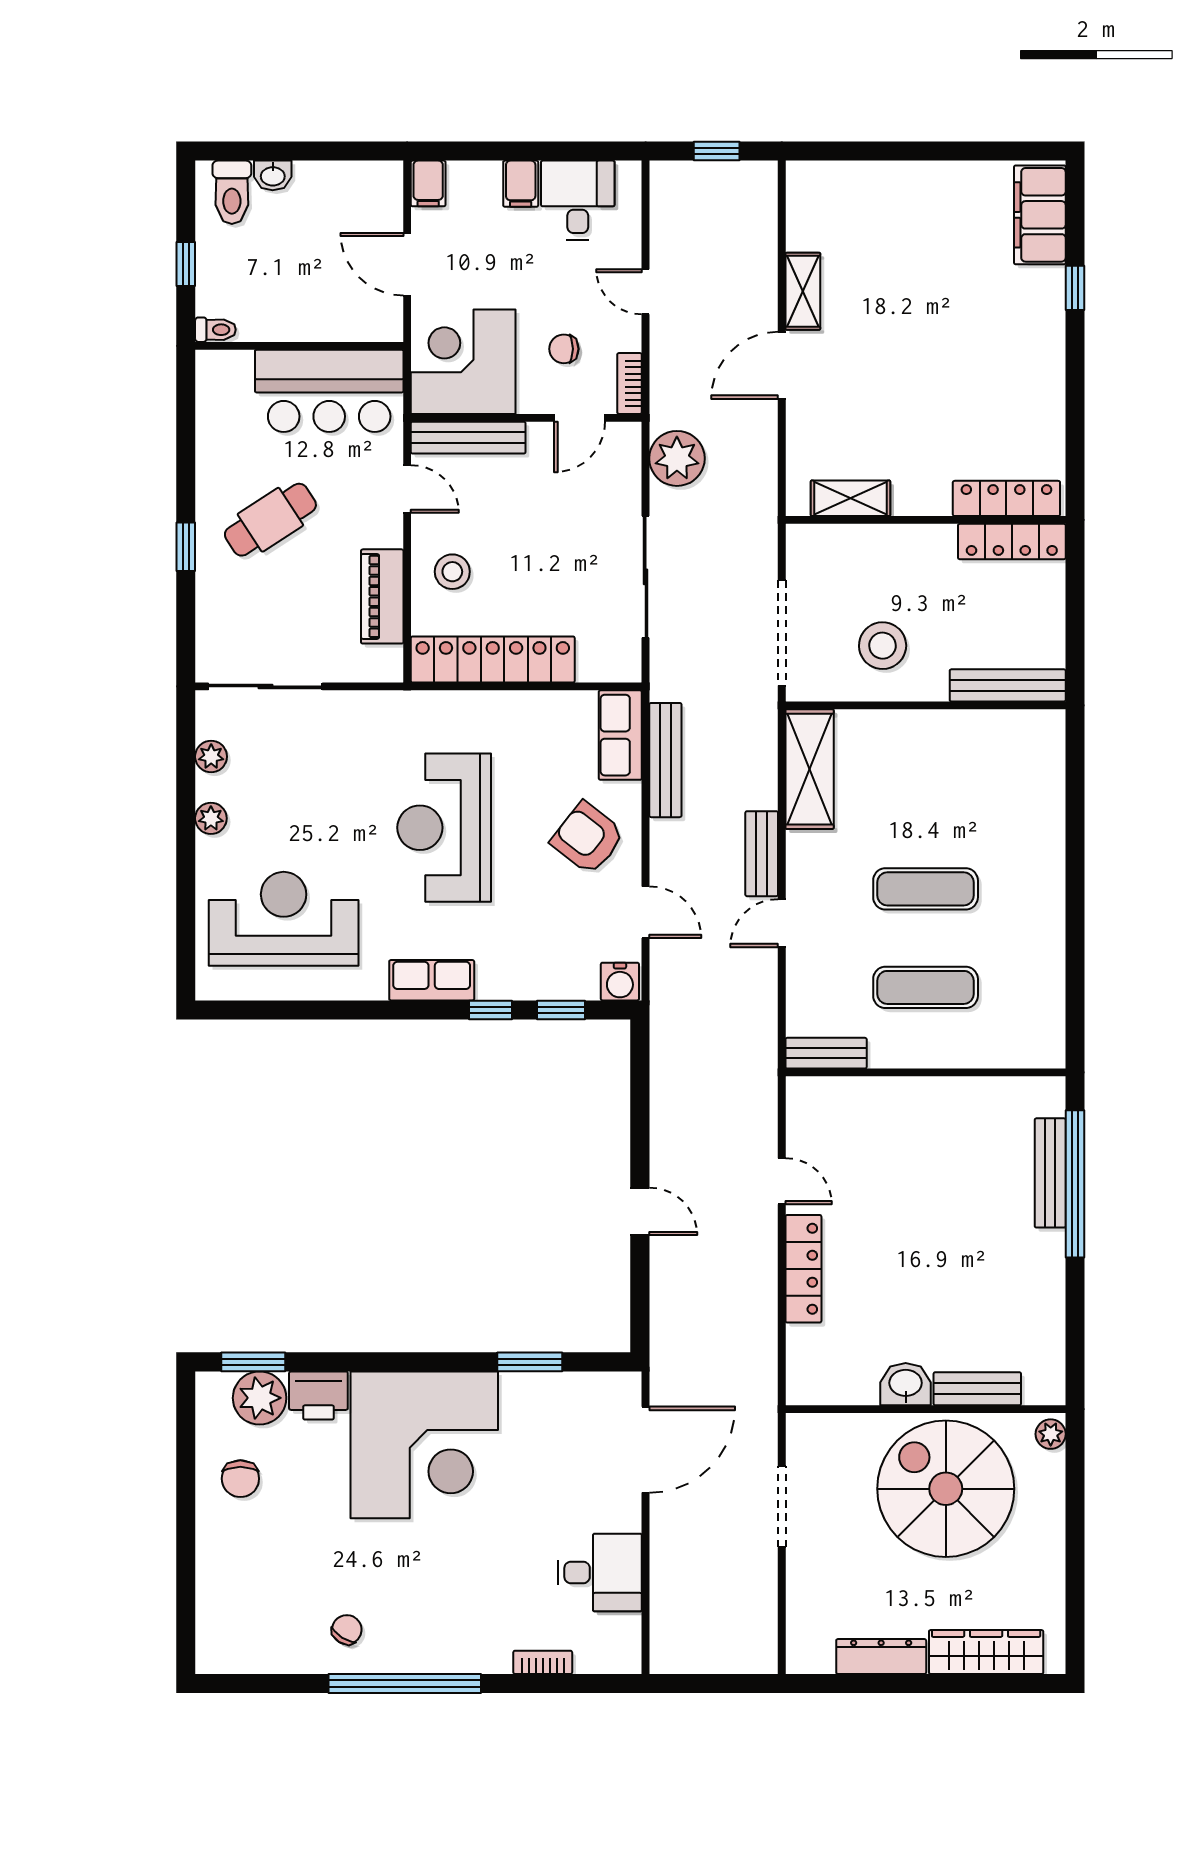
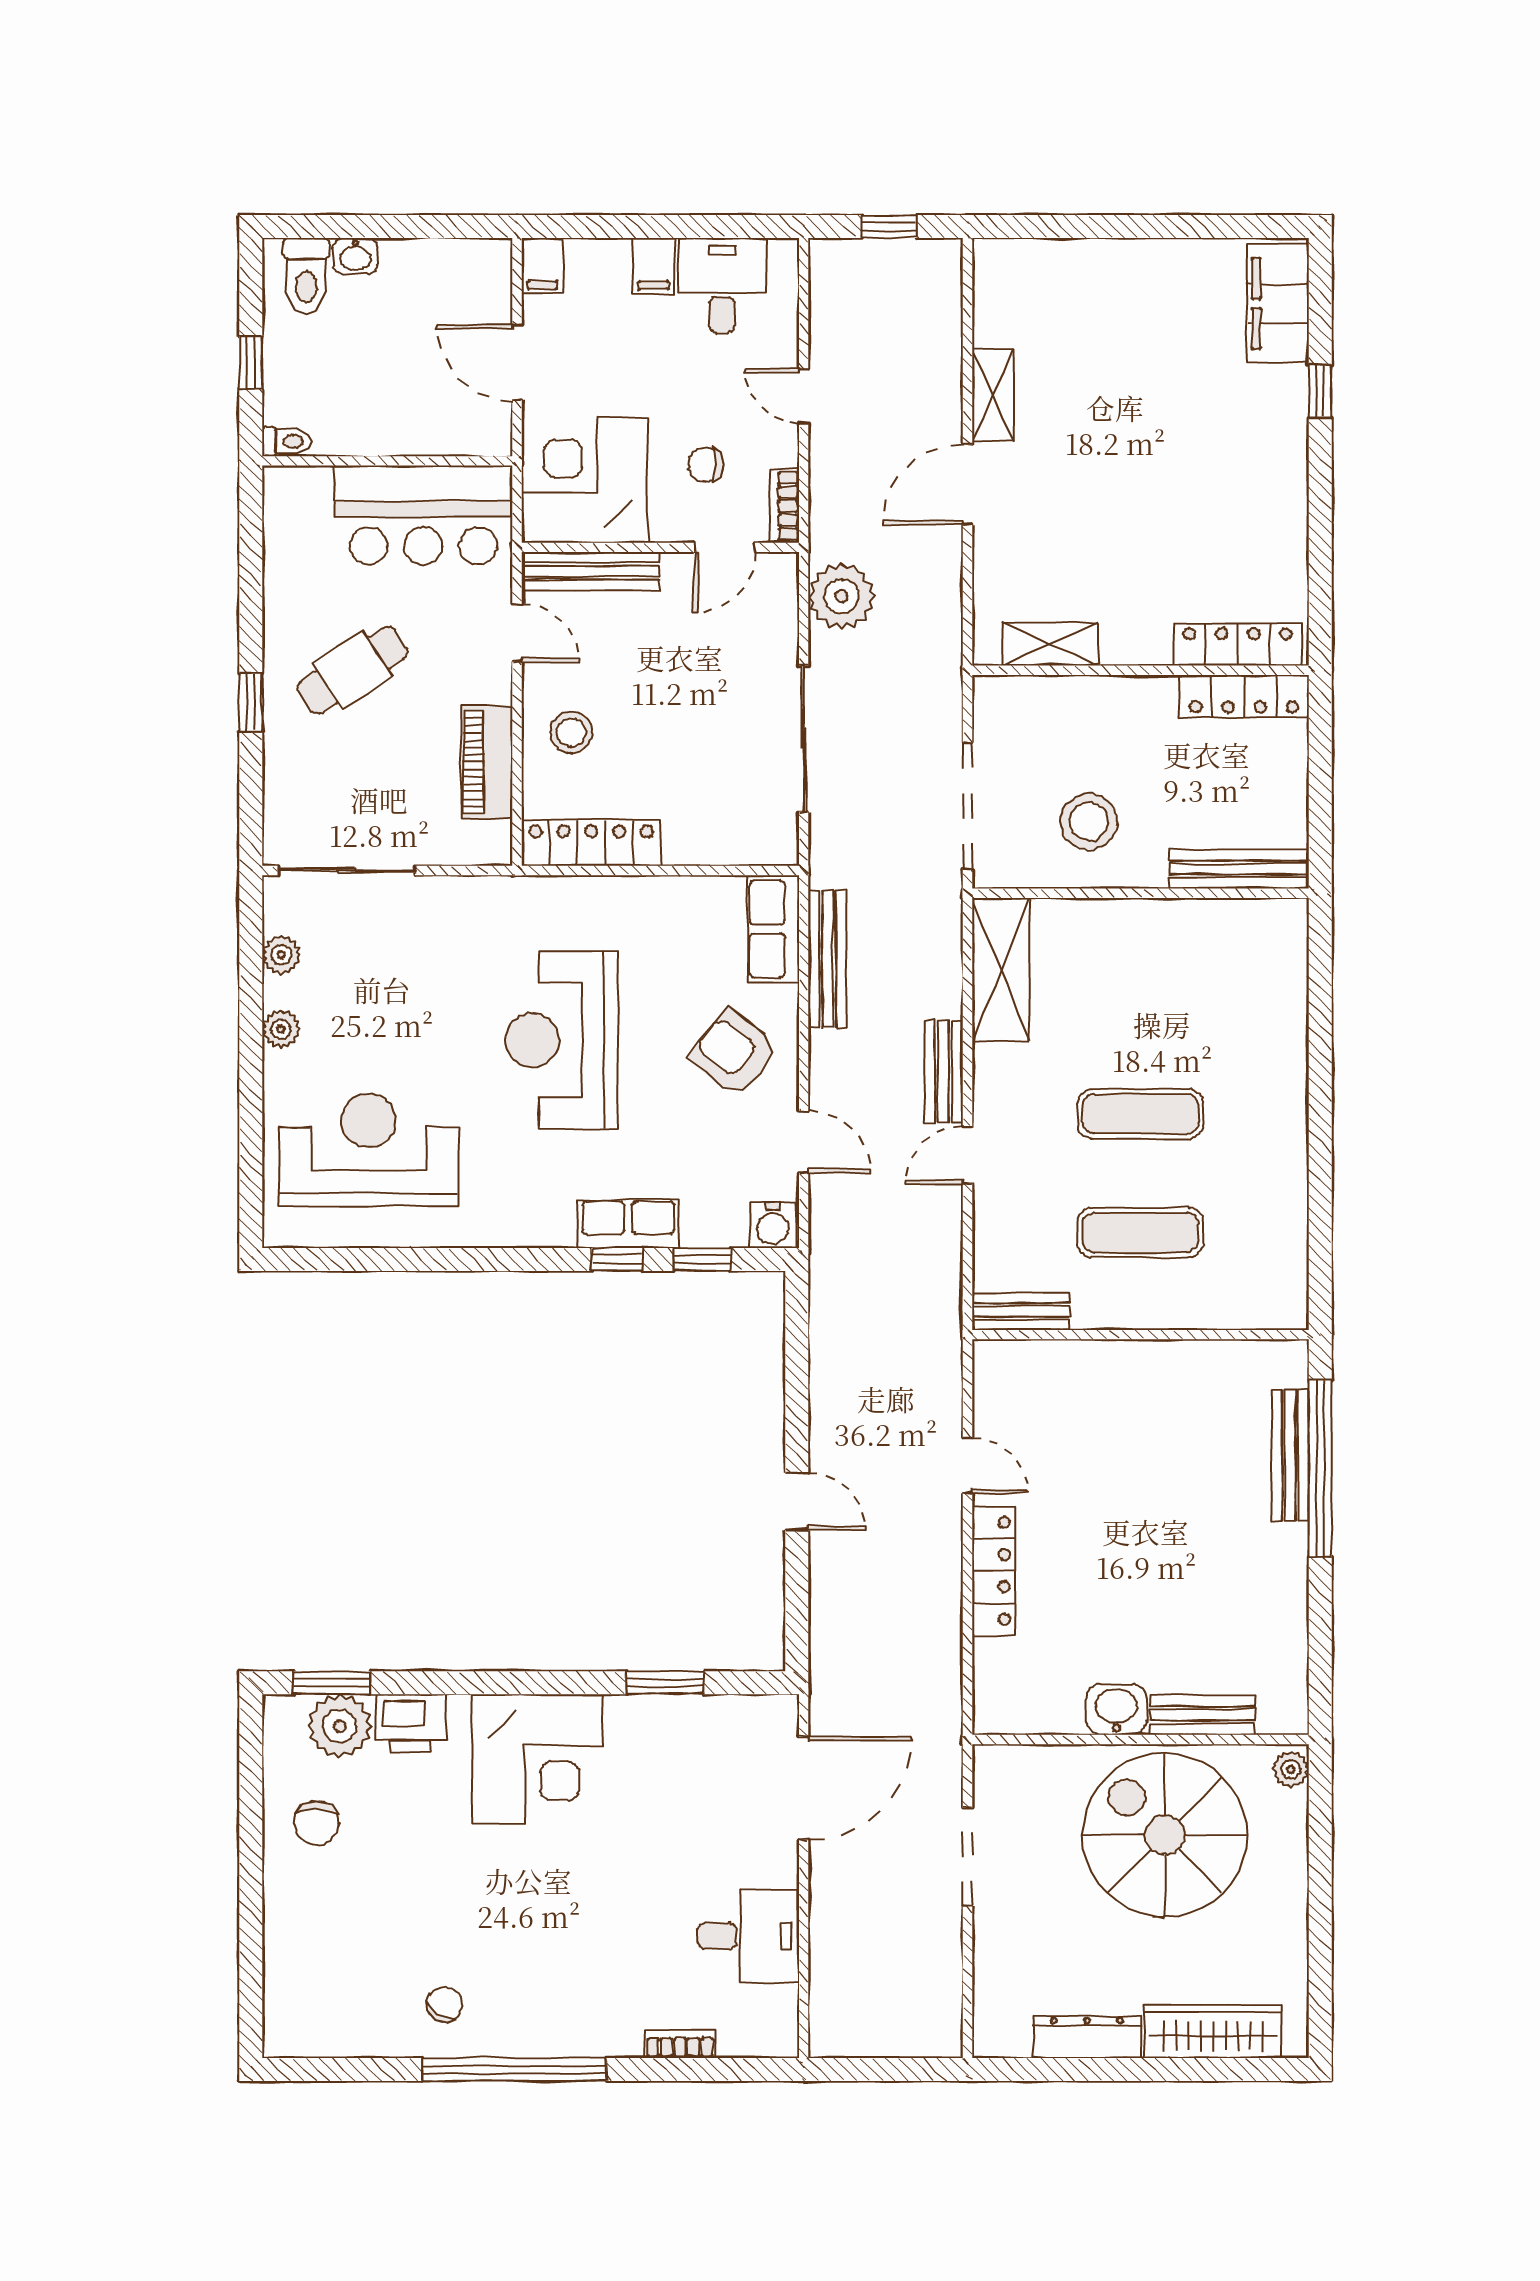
locker: (493, 660) -> (591, 843), width x0.71, depth x0.83
row of seats: (432, 980) -> (628, 1224), moved
corner desk: (424, 1445) -> (538, 1759), width x0.74, depth x0.74

